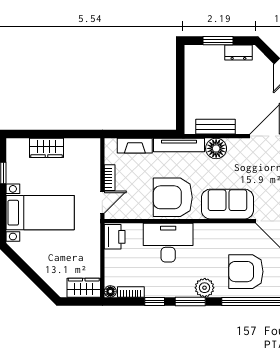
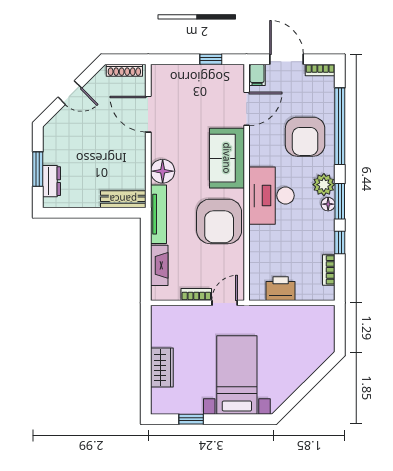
dresser: (238, 52) -> (51, 181), moved
bench: (216, 127) -> (123, 199), moved, turned 90
door: (102, 202) -> (225, 303), hinge flipped
printer: (115, 237) -> (281, 289), moved
desk: (168, 243) -> (271, 196), moved
wardrobe: (84, 288) -> (324, 324), removed
floor lamp: (110, 291) -> (328, 204), moved

